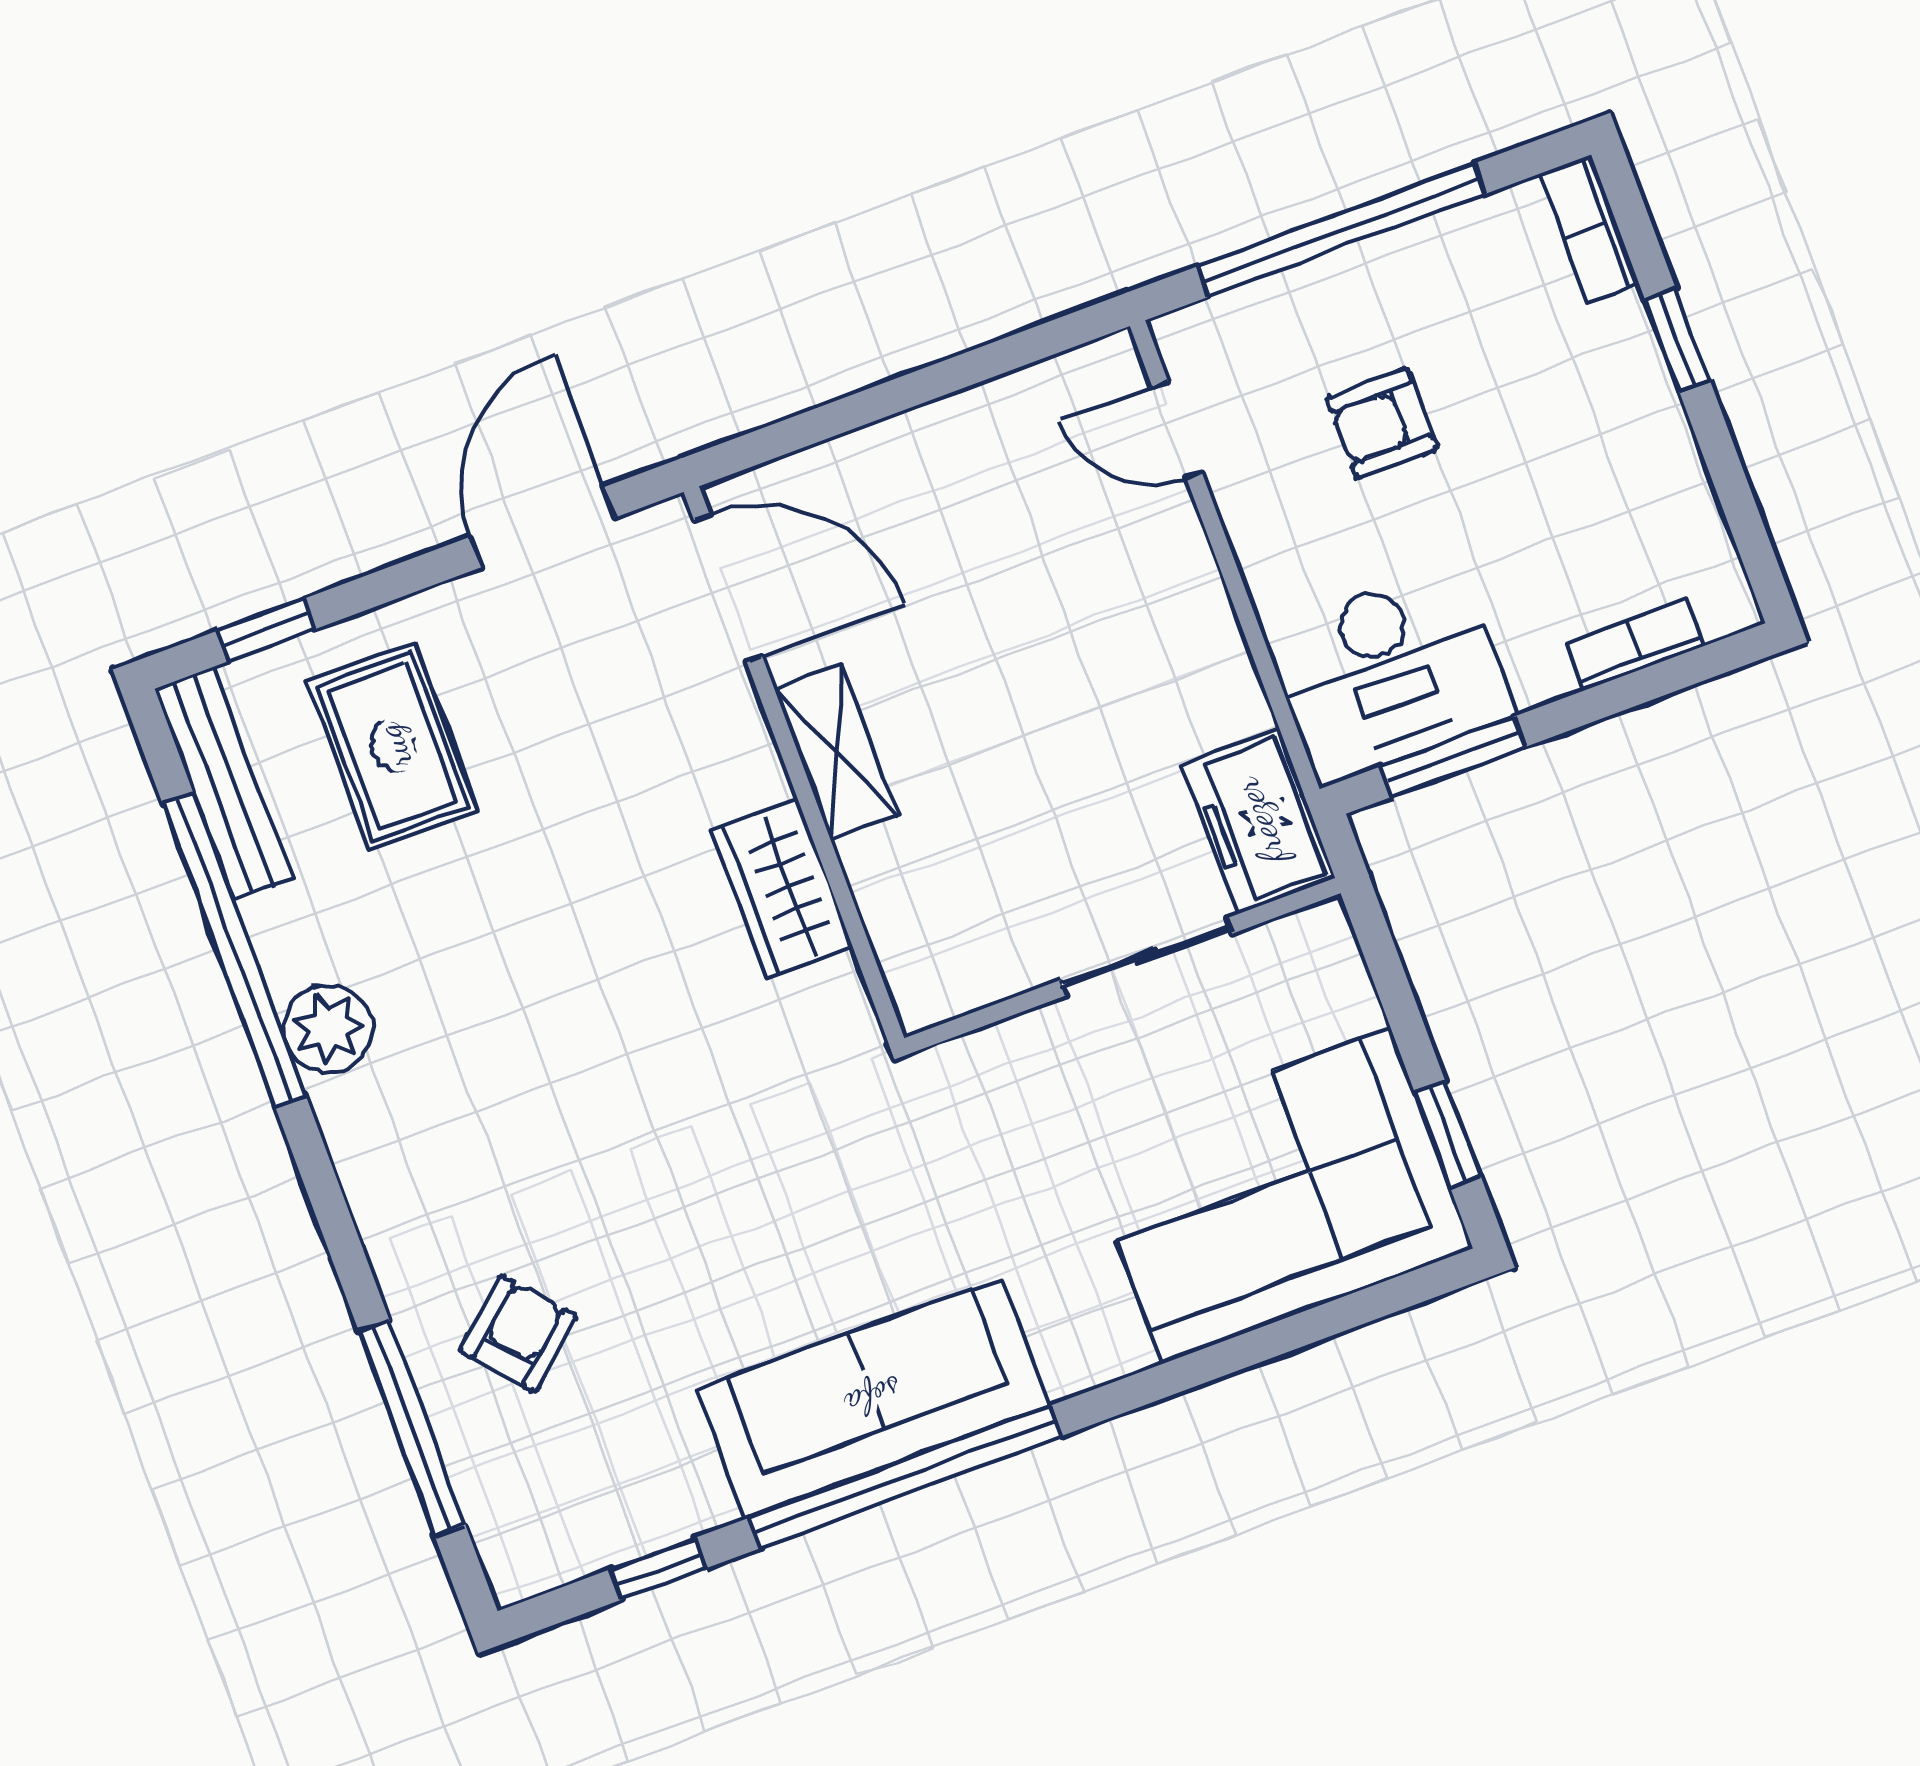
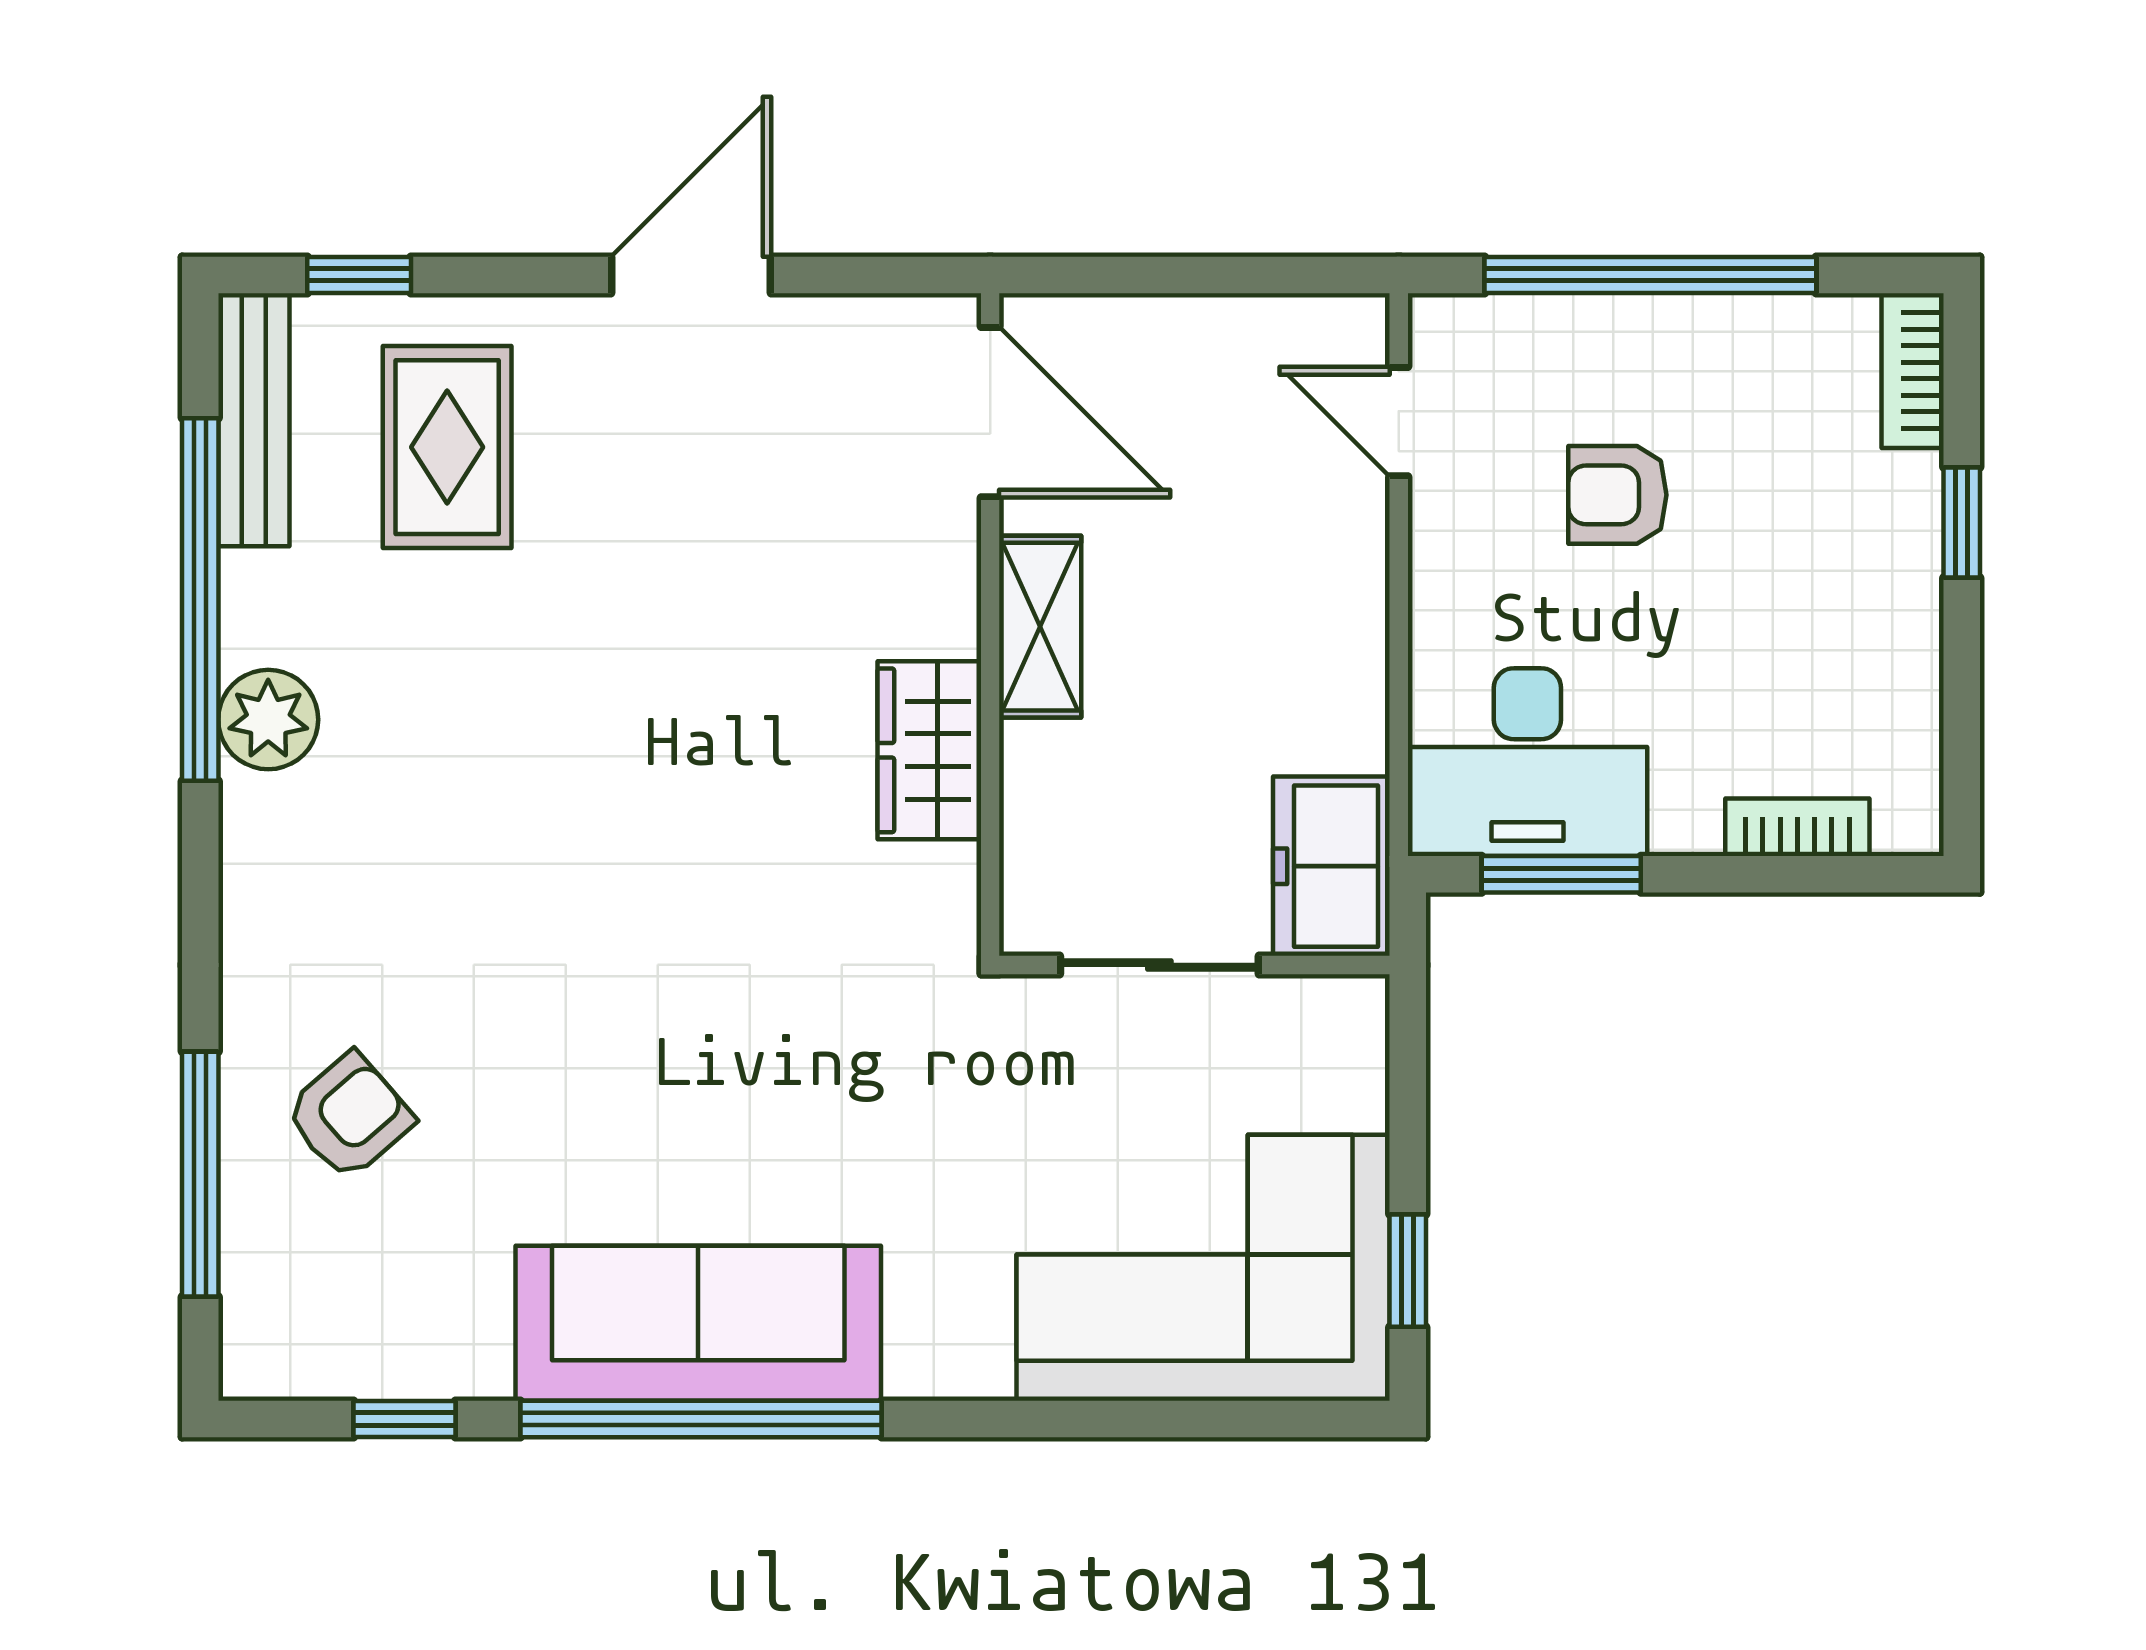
door: (728, 588) -> (990, 412), moved
shelving: (836, 751) -> (1040, 627), moved
wall: (794, 765) -> (990, 624), moved
wardrobe: (782, 889) -> (929, 750), moved

